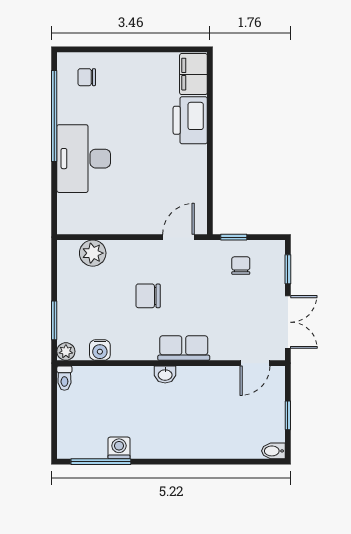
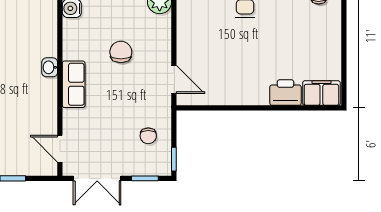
printer: (190, 120) -> (286, 93), width x0.73, depth x0.84
window: (234, 237) -> (174, 159), moved
chair: (241, 266) -> (148, 136), turned 90

